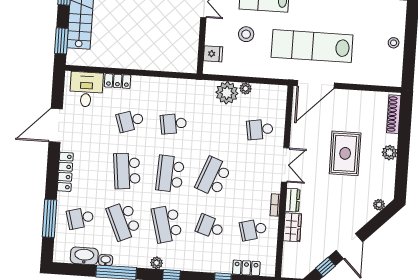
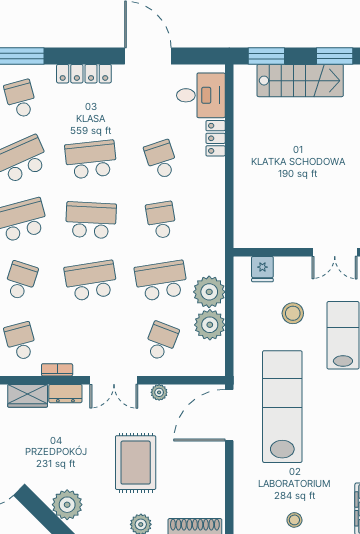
door: (316, 84) -> (229, 415), hinge flipped
plant: (246, 89) -> (210, 325), width x1.87, depth x1.87
school desk: (217, 127) -> (161, 281), added
school desk: (260, 129) -> (161, 341), turned 30
plant: (296, 133) -> (159, 392), added
rug: (345, 153) -> (136, 463), turned 90
school desk: (213, 177) -> (91, 281), turned -30
plant: (379, 205) -> (67, 505), width x1.88, depth x1.88

